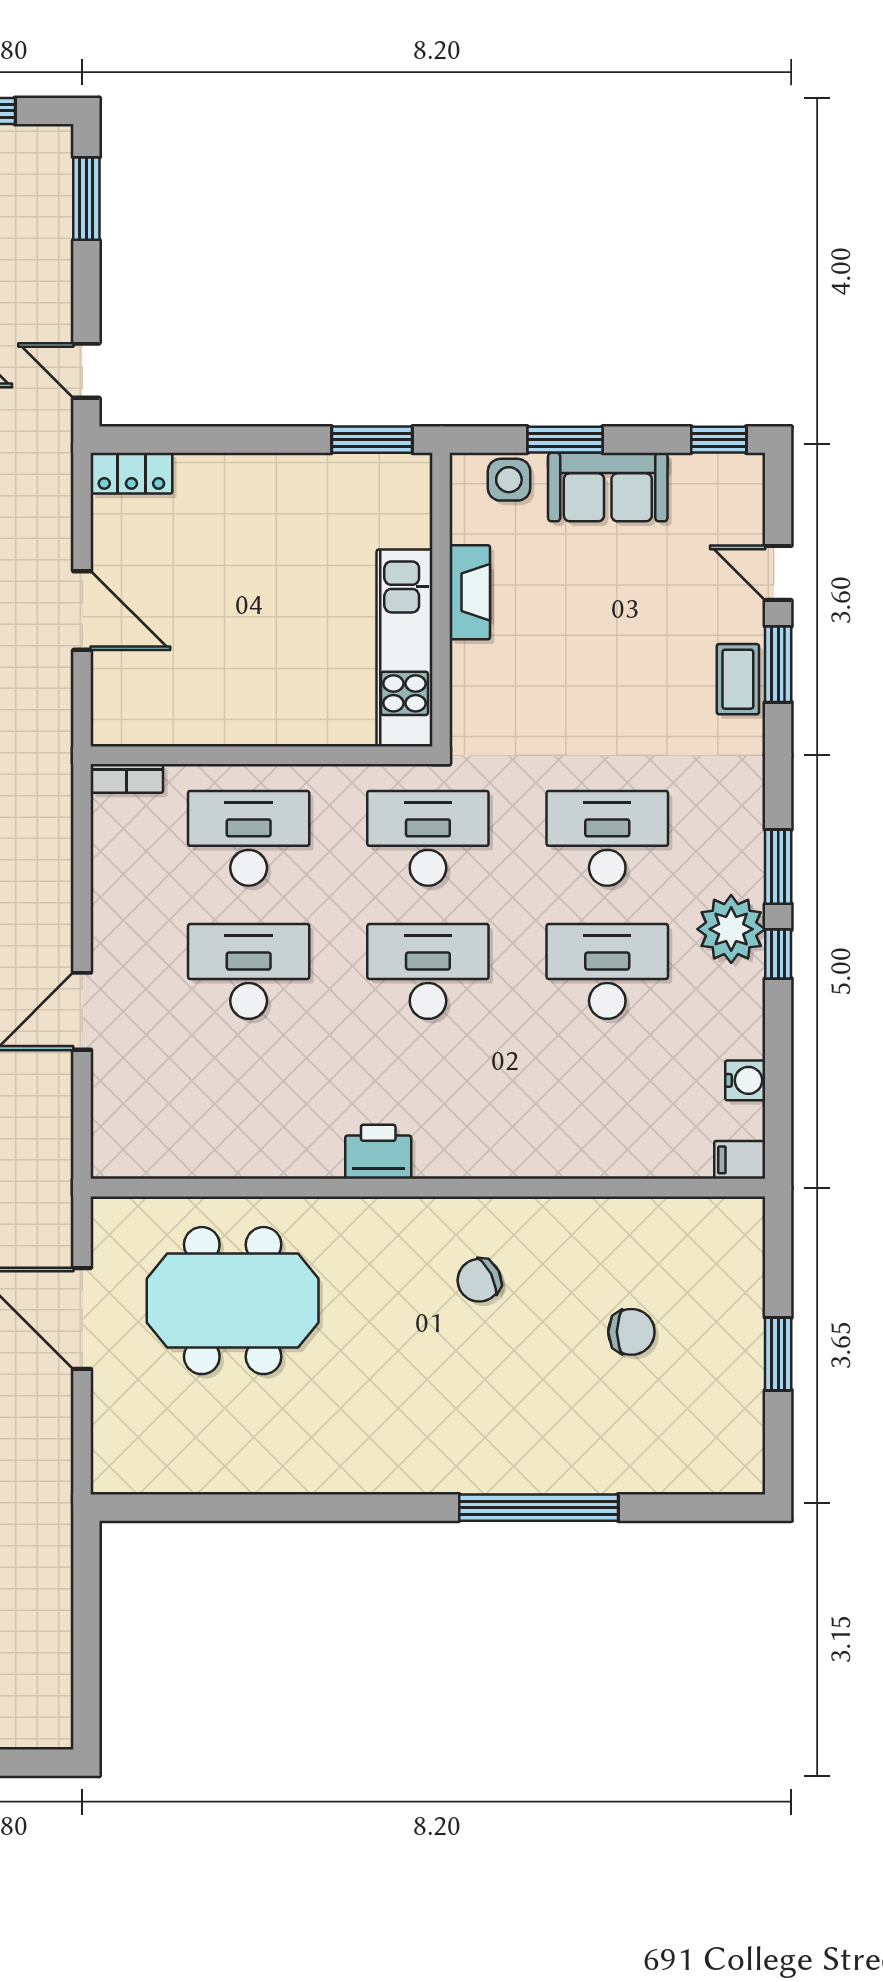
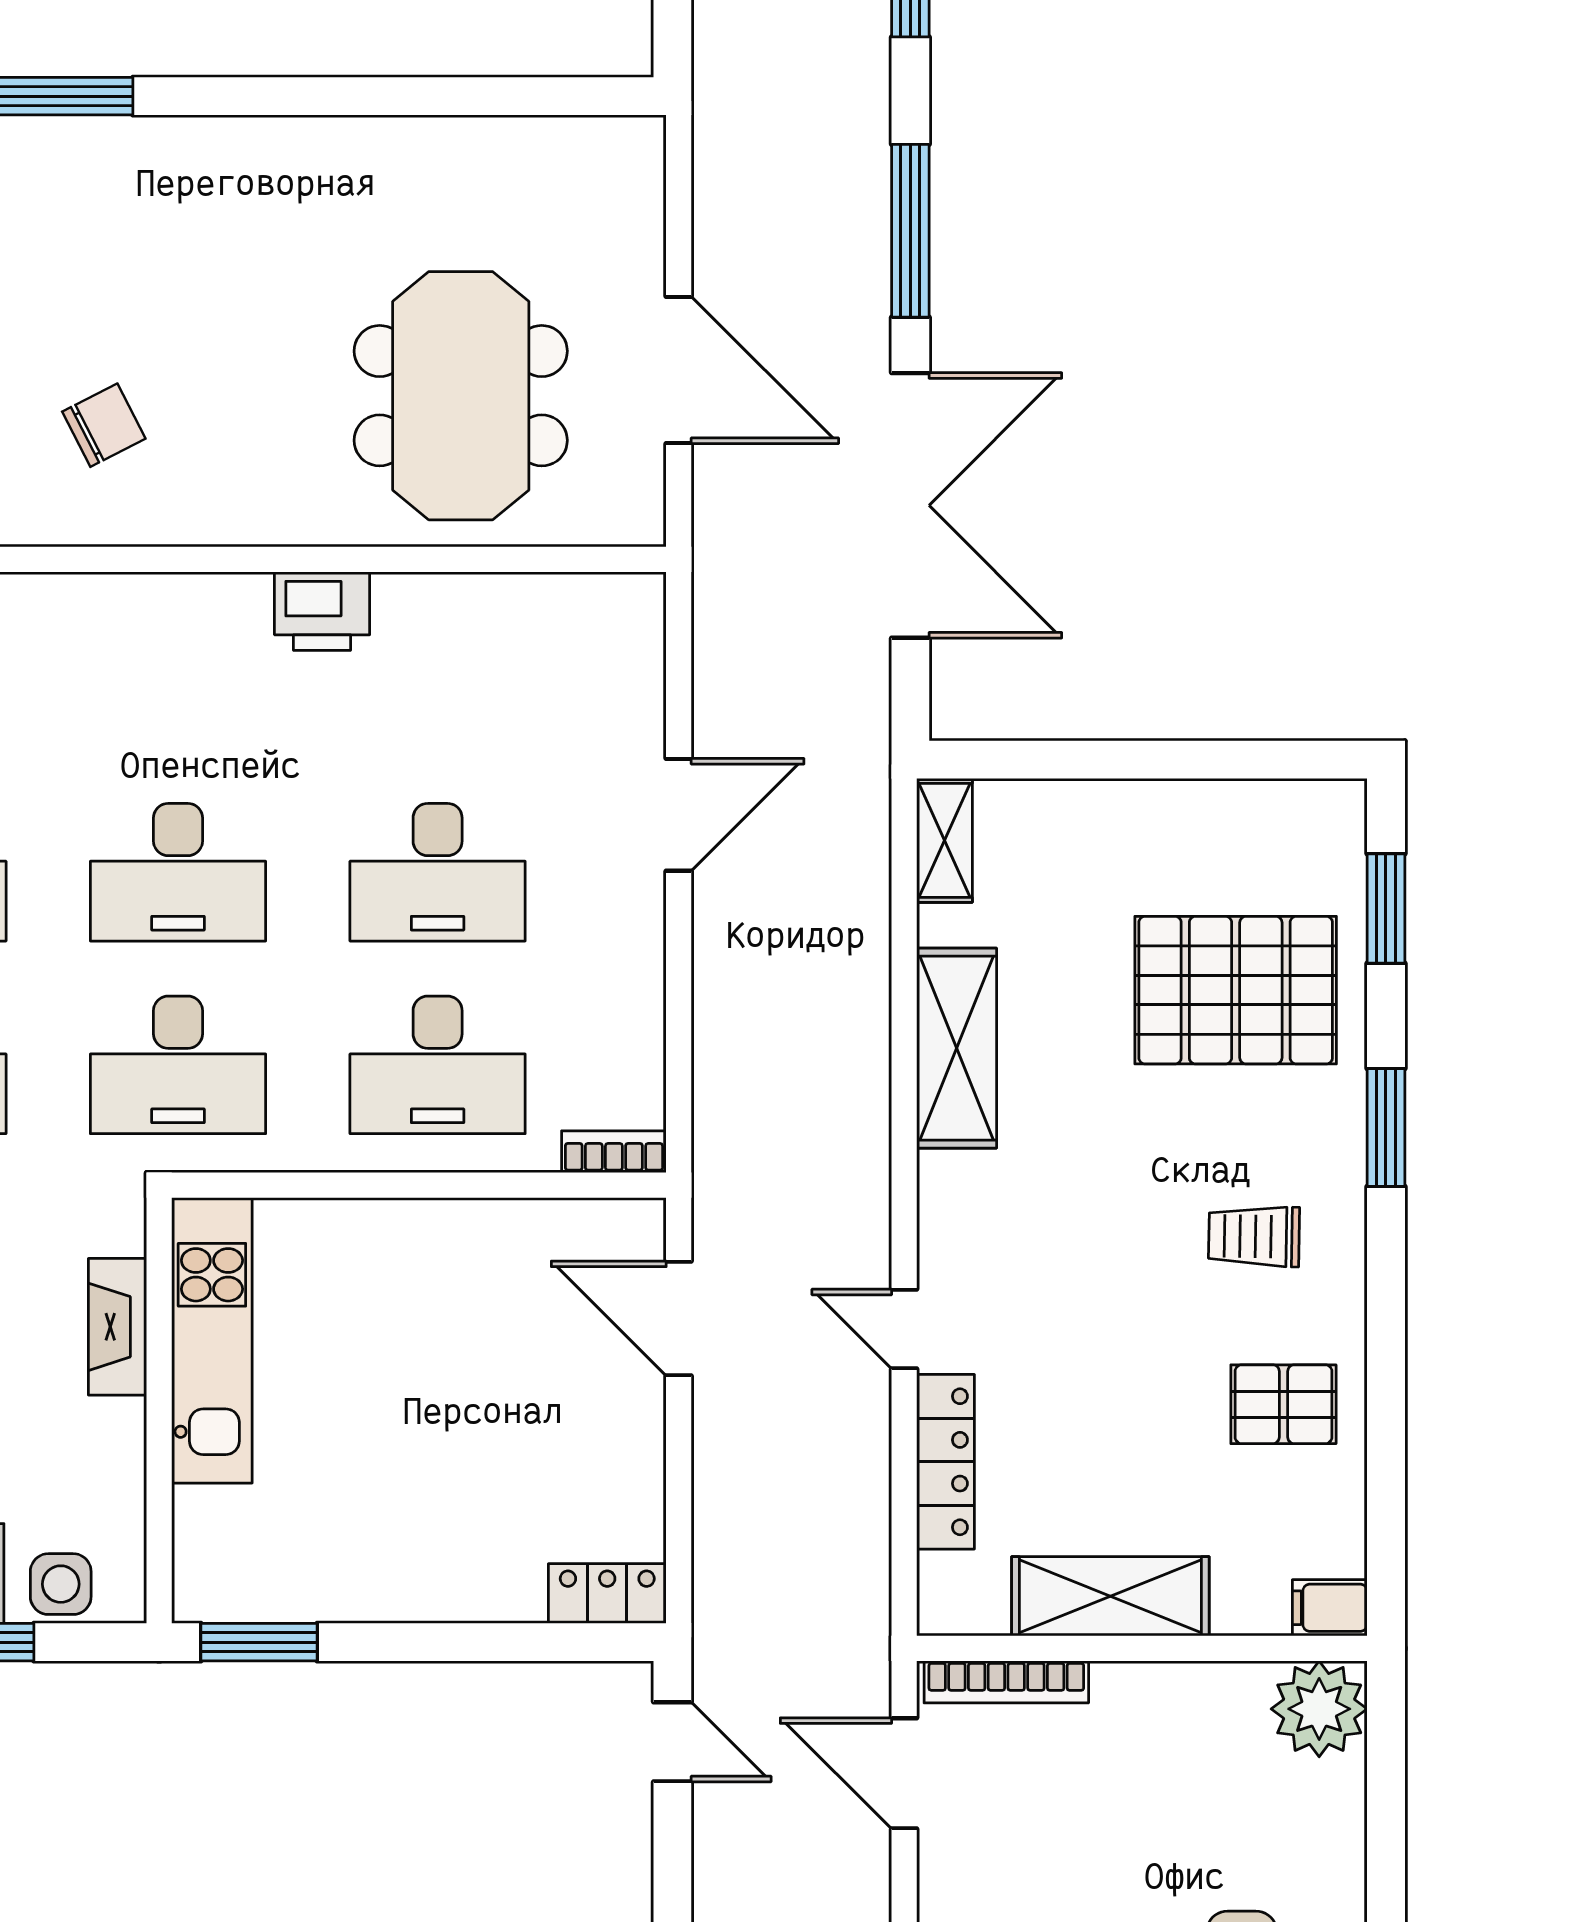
fireplace: (470, 592) -> (118, 1327), moved
door: (82, 611) -> (679, 1319), moved
printer: (378, 1152) -> (322, 611), moved
meeting table: (233, 1301) -> (461, 396), turned 90

